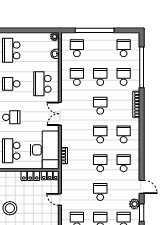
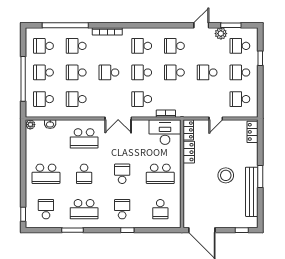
school desk: (100, 48) -> (43, 72), added
school desk: (77, 134) -> (142, 99), added
desk: (45, 150) -> (165, 132), width x0.73, depth x0.77

